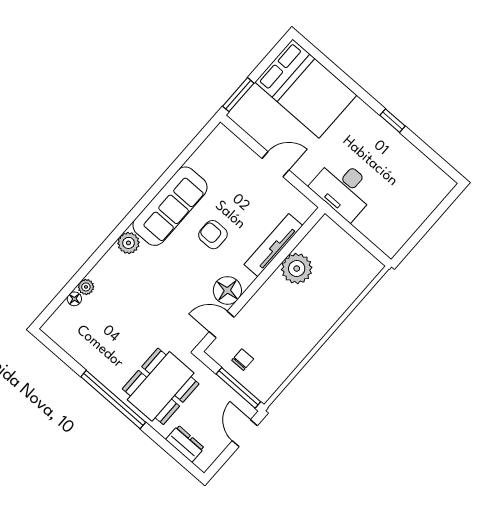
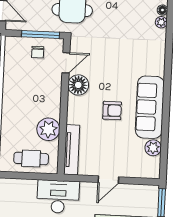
plant: (128, 243) -> (153, 148), moved
tv unit: (273, 245) -> (72, 150), moved
cafe table: (340, 252) -> (31, 158), added
window: (238, 388) -> (41, 35), moved

